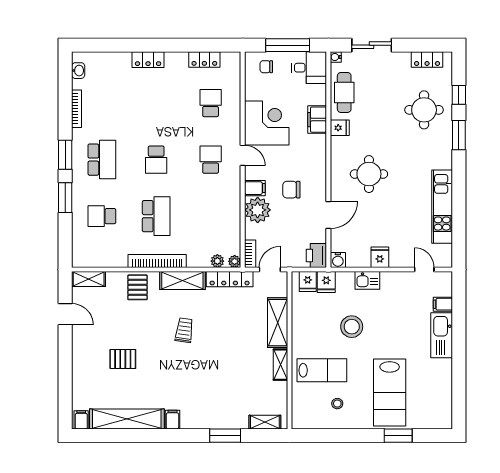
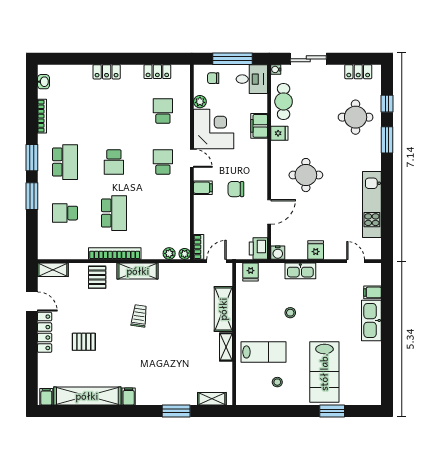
plant: (258, 210) -> (200, 102), moved, width x0.53, depth x0.53
locker: (230, 279) -> (45, 332), moved, turned -90
kitchen sink: (367, 280) -> (300, 271), width x1.38
fridge: (326, 282) -> (267, 272), removed
stool: (352, 327) -> (290, 313), width x0.53, depth x0.53

